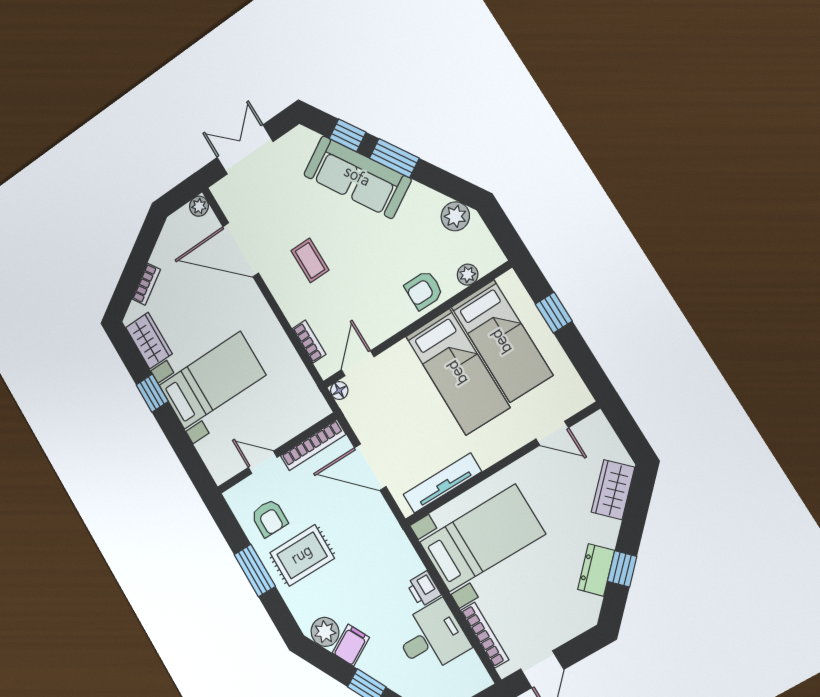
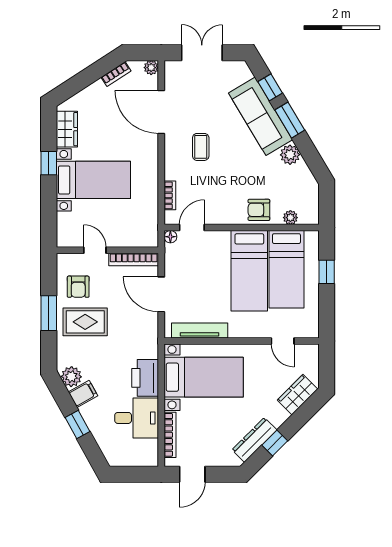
plant: (455, 216) -> (290, 155), moved
bookcase: (146, 284) -> (116, 74), moved
dresser: (596, 570) -> (254, 440), width x1.44
printer: (424, 589) -> (145, 378), width x1.87, depth x1.48

